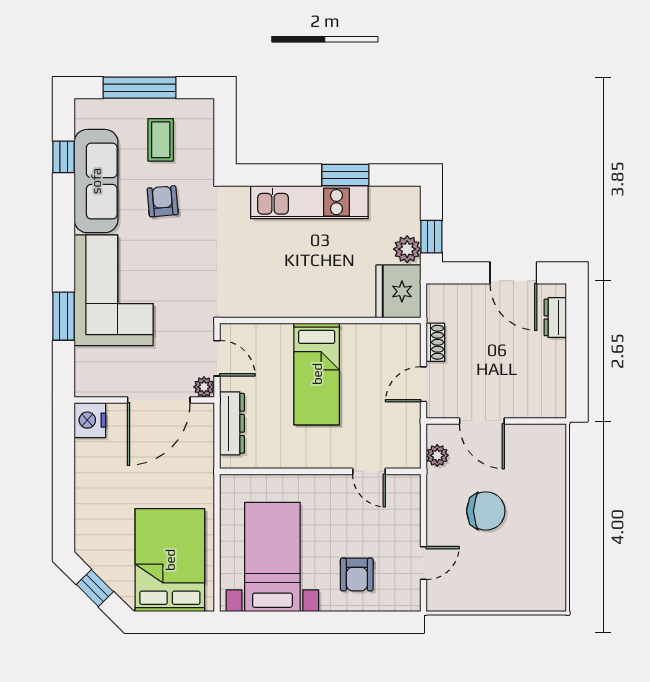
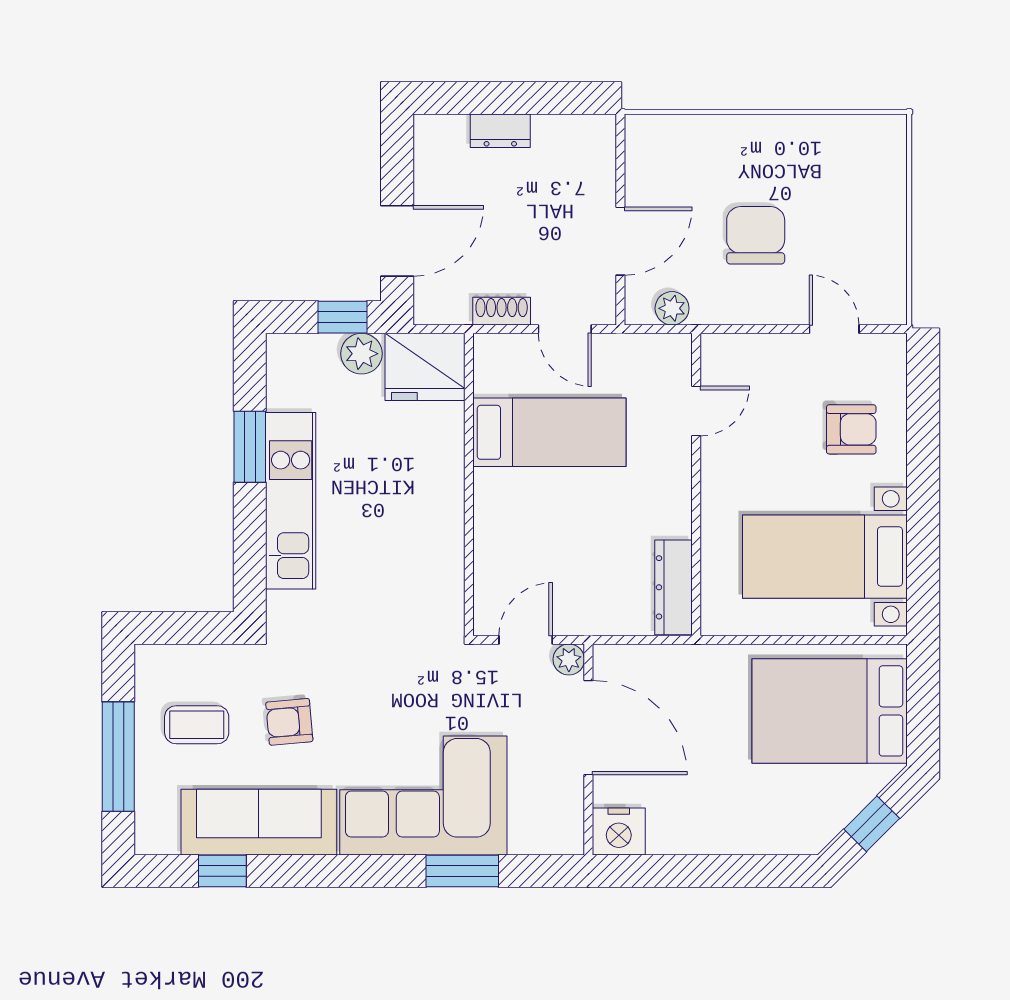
door: (513, 273) -> (397, 241), moved
dresser: (555, 317) -> (500, 131), moved
bed: (317, 374) -> (549, 432), moved
dresser: (232, 423) -> (673, 587), moved, turned -90

